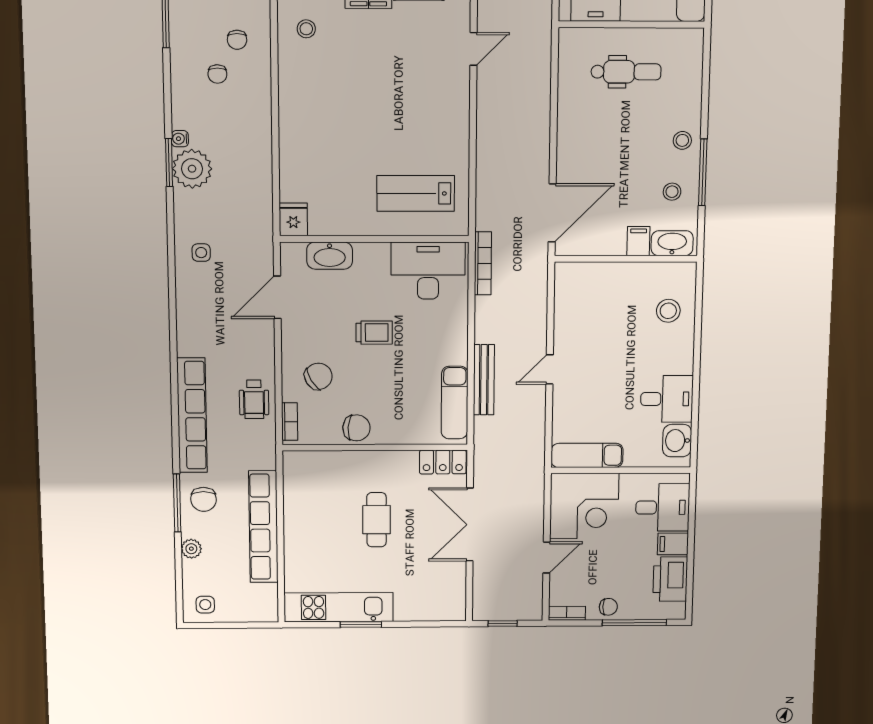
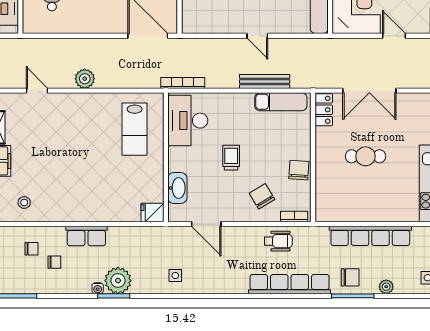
plant: (490, 120) -> (85, 79), added
row of seats: (257, 122) -> (86, 236), added

